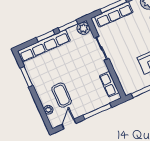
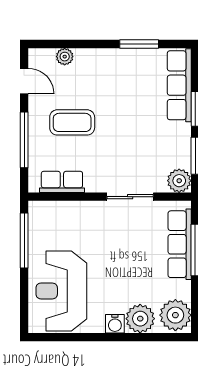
row of seats: (44, 46) -> (179, 85), width x0.73
coffee table: (62, 95) -> (72, 122), moved

